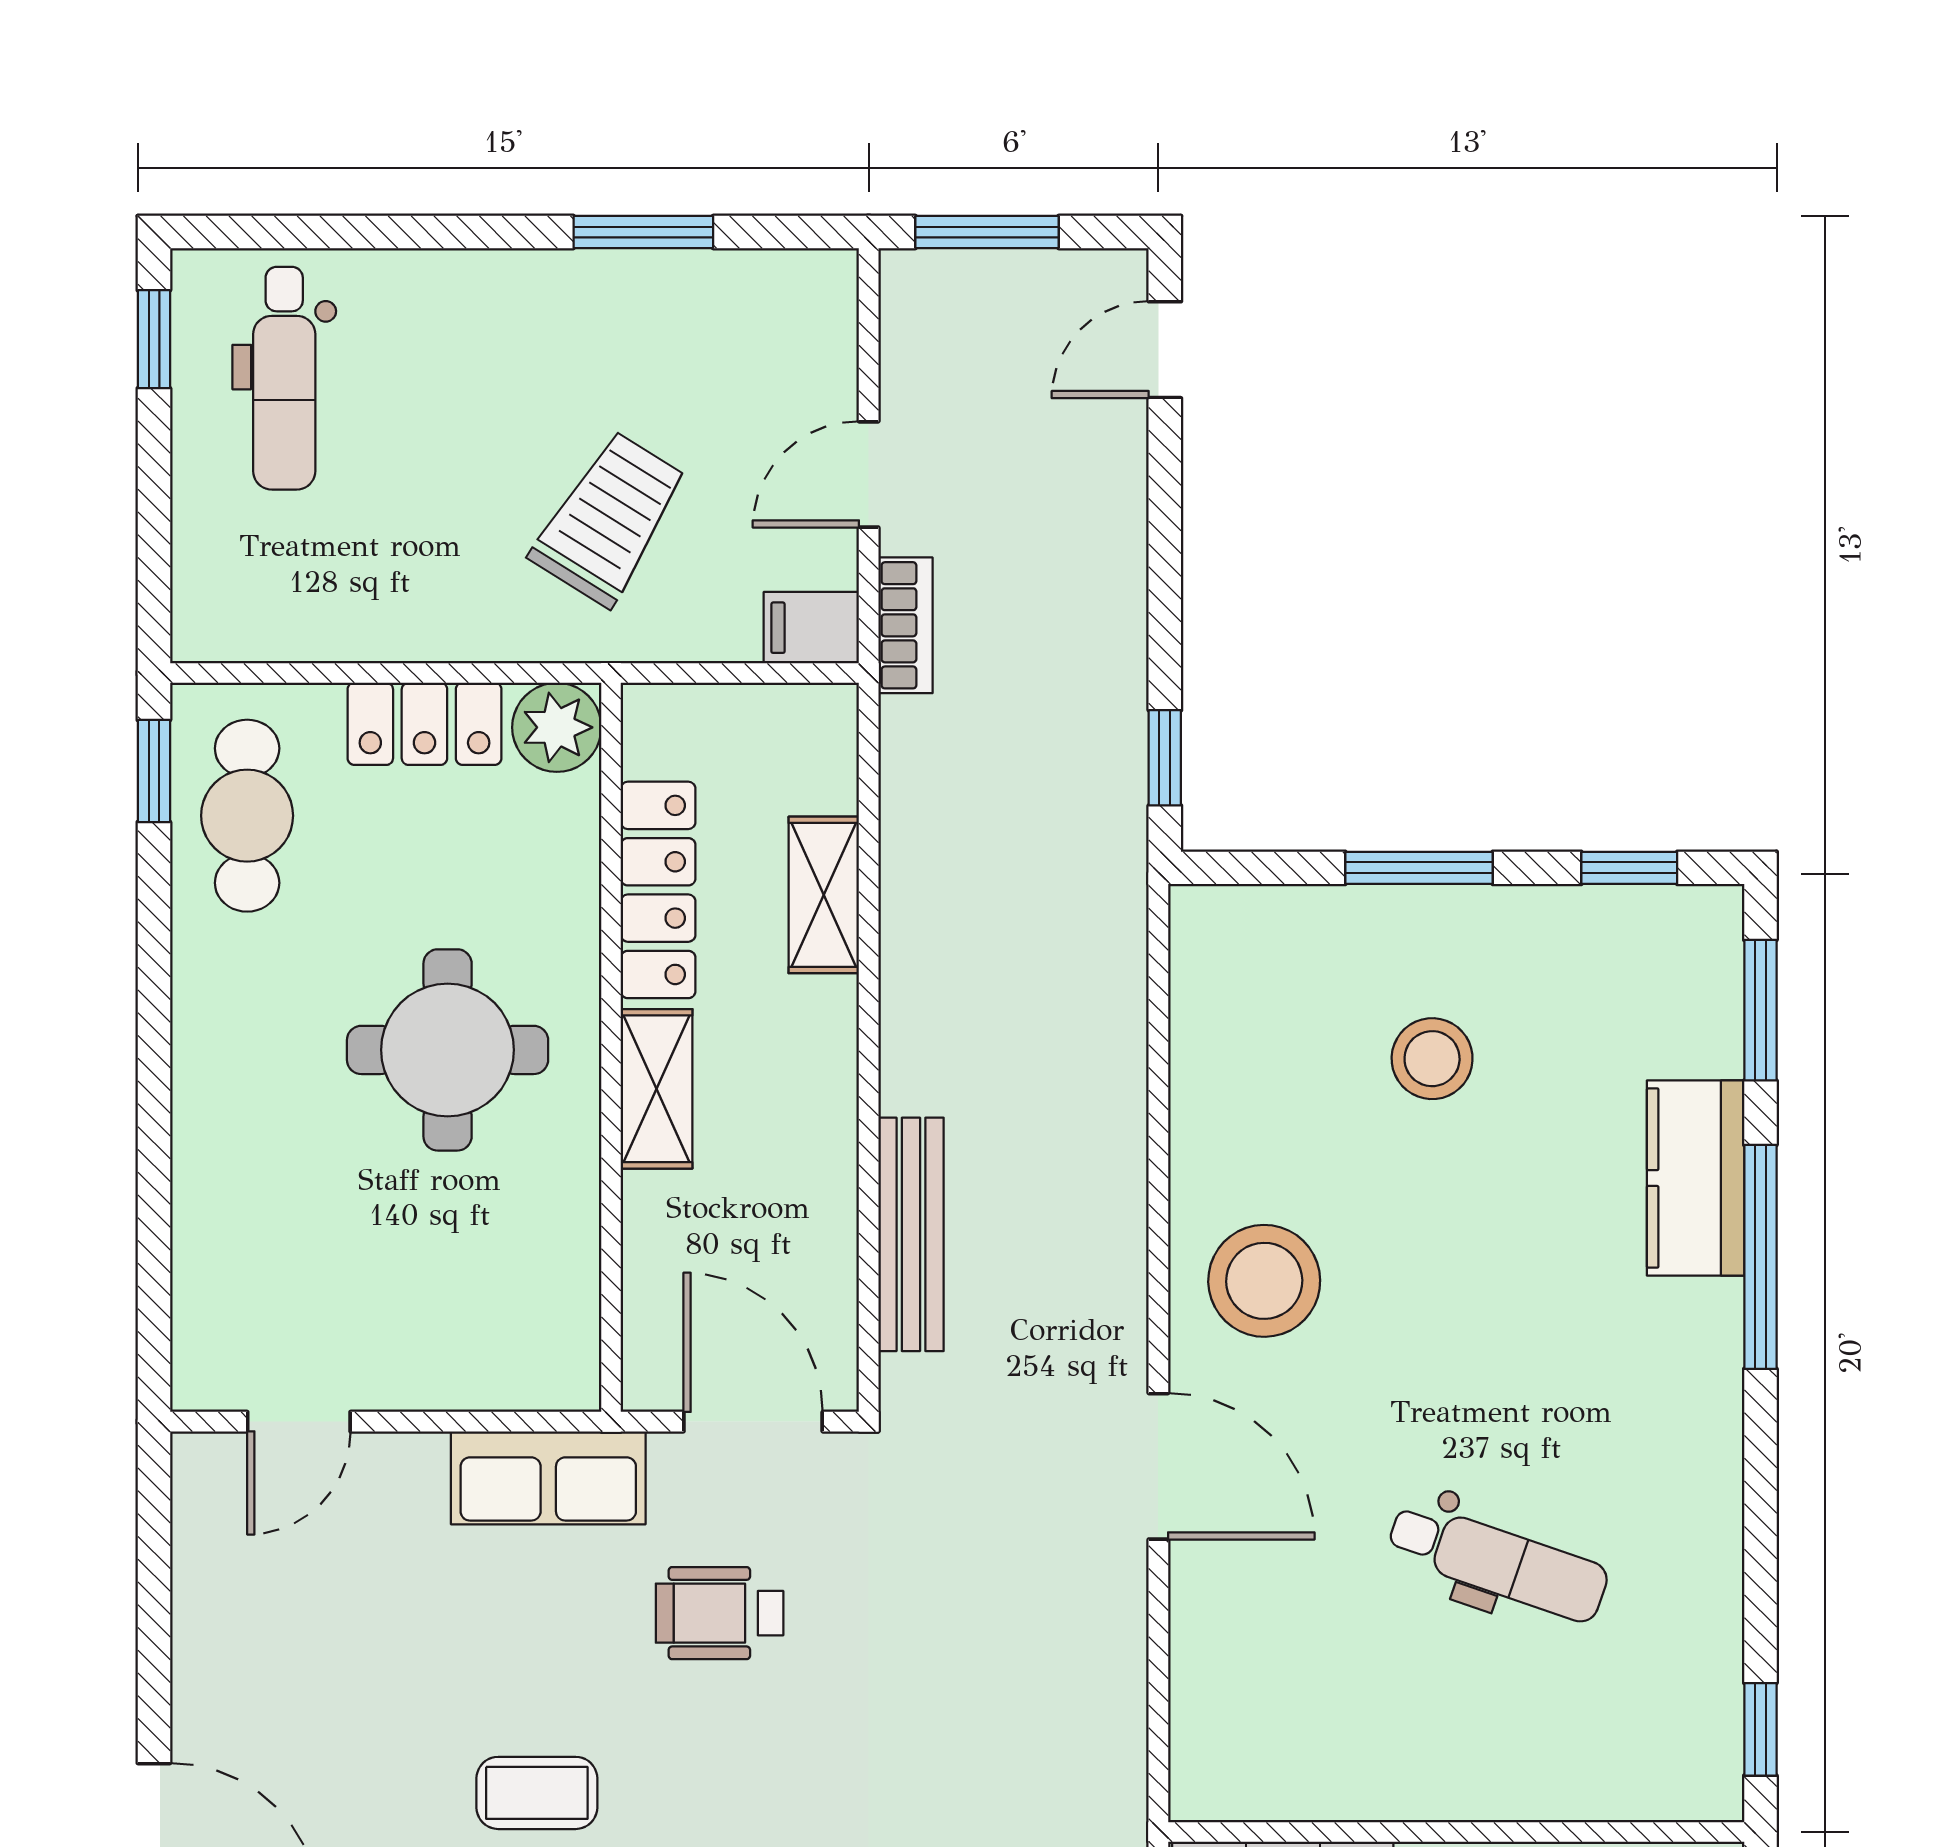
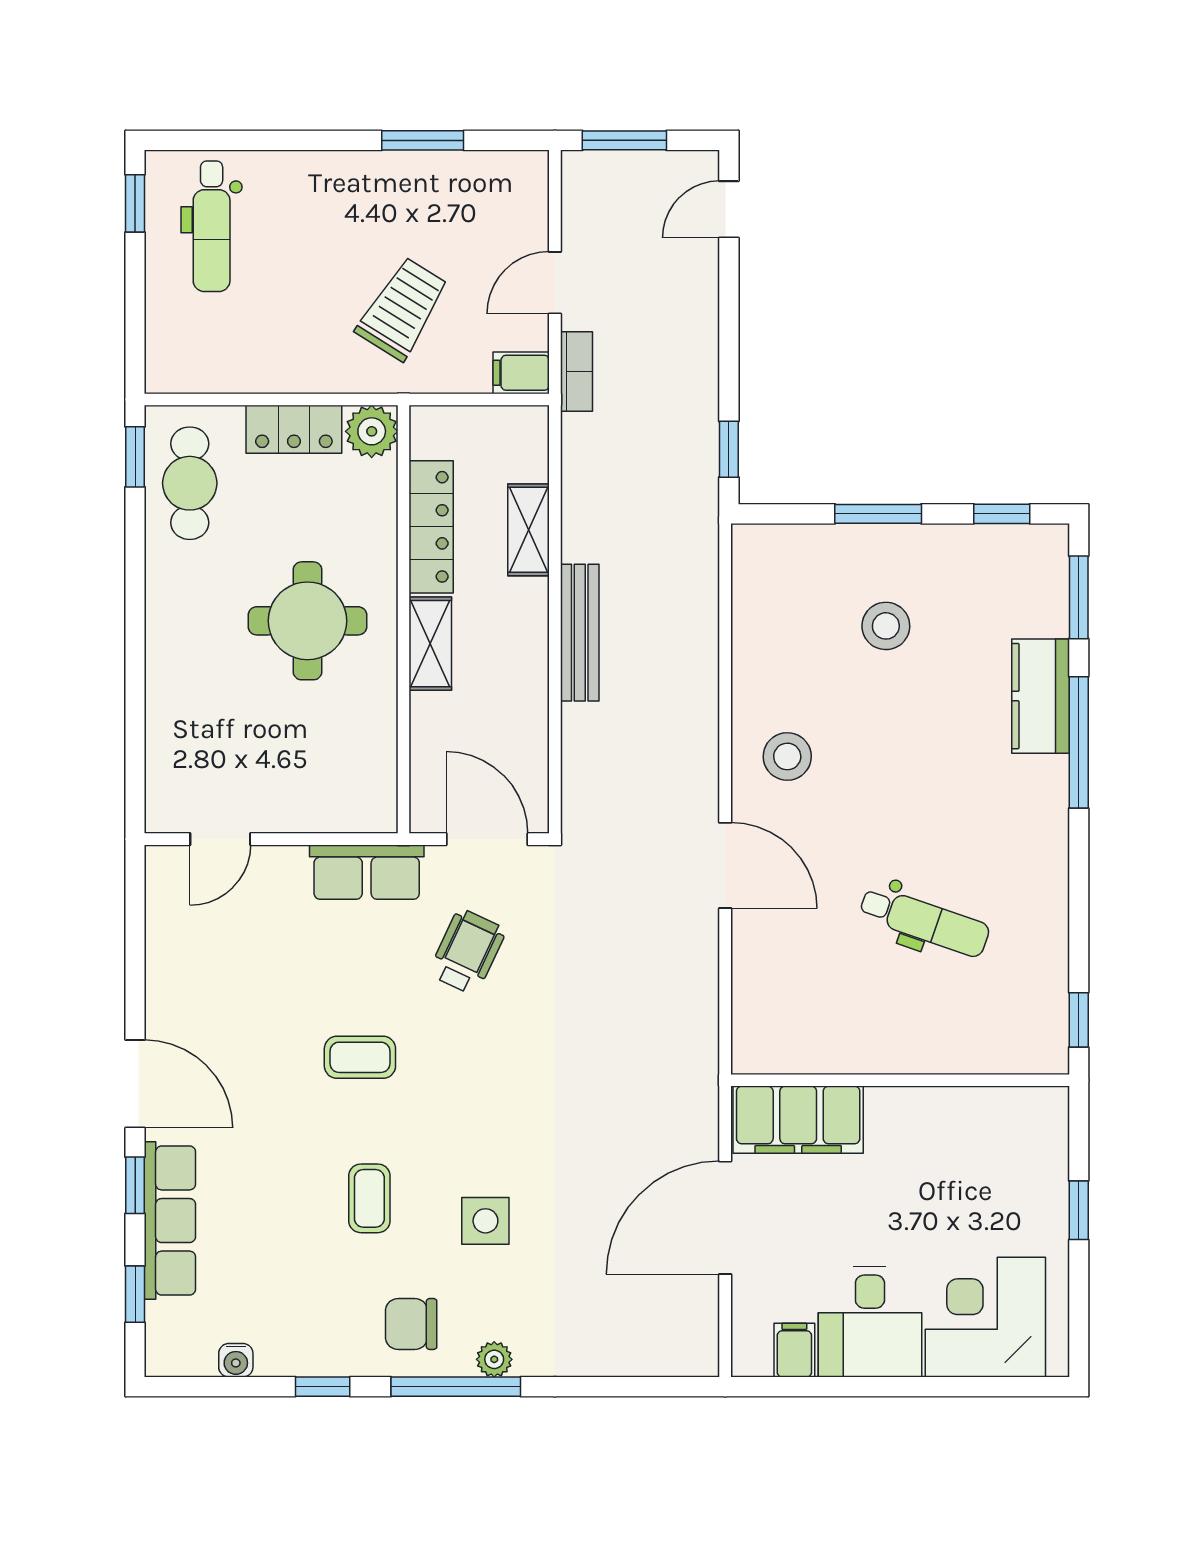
bench: (911, 1234) -> (580, 633), moved
stool: (1264, 1281) -> (787, 756), width x0.73, depth x0.73
wheelchair: (720, 1613) -> (467, 952), turned 115

